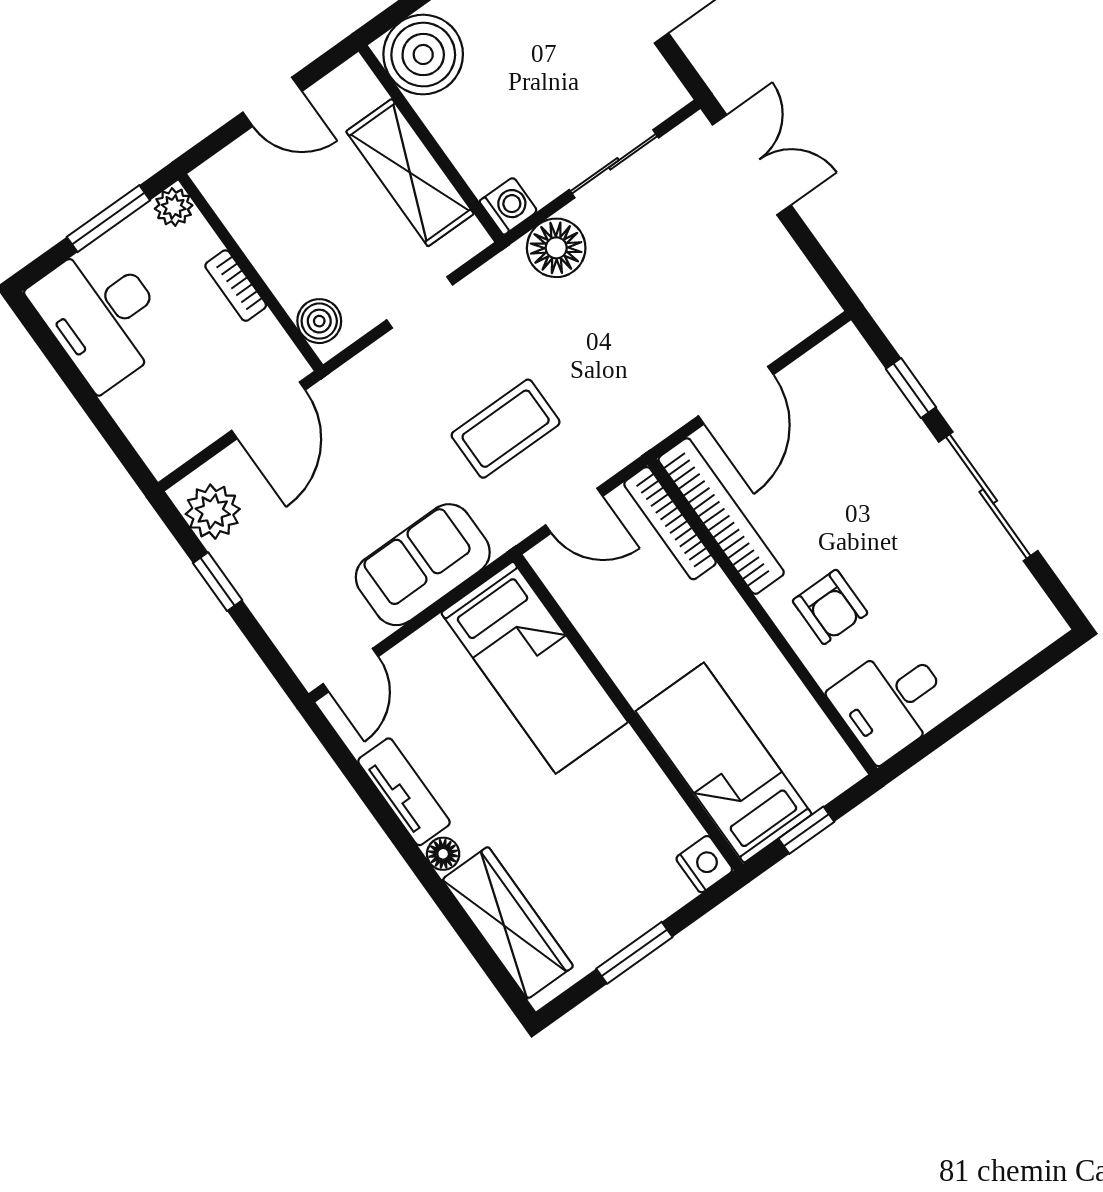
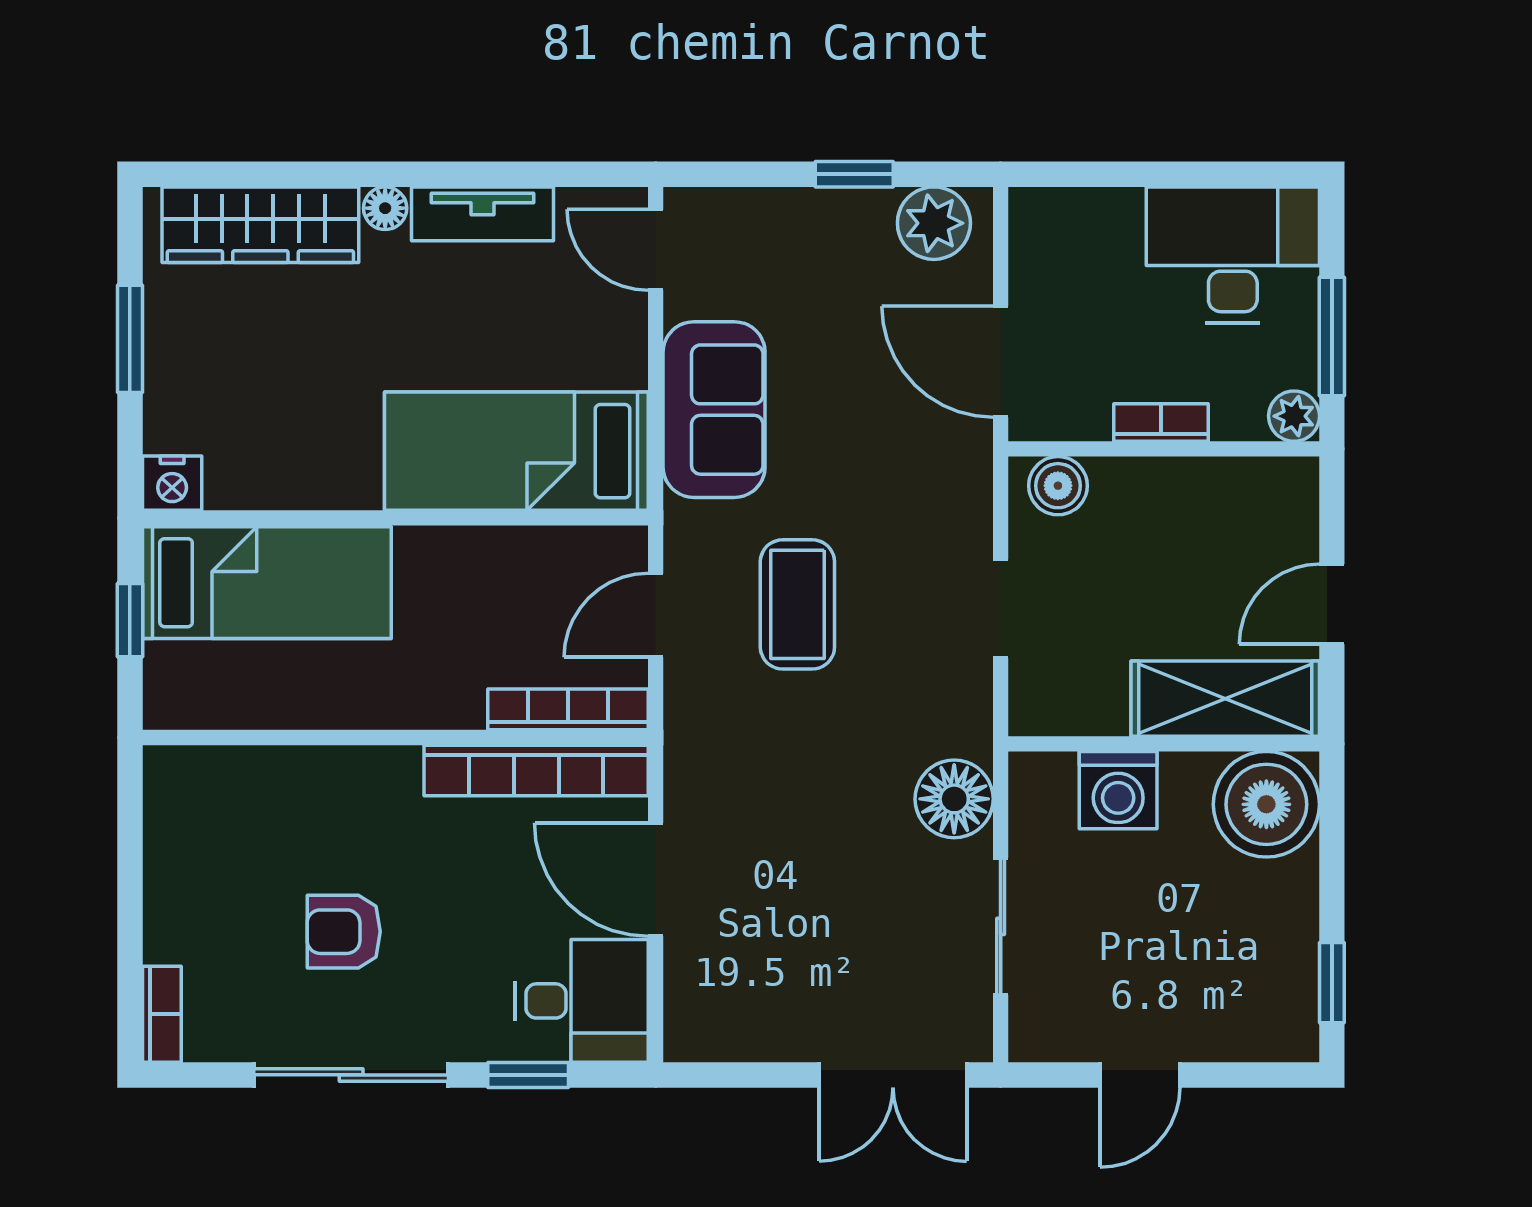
shelving: (410, 173) -> (1225, 699), moved
washing machine: (508, 206) -> (1118, 790), moved, width x1.38, depth x1.38
armchair: (830, 607) -> (344, 932), moved
bookcase: (1034, 639) -> (162, 1014), added
desk: (891, 701) -> (582, 1001), moved, turned 90

